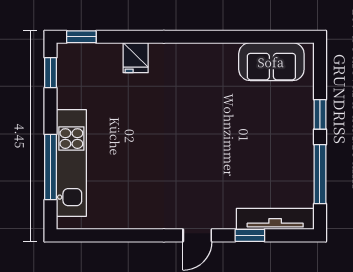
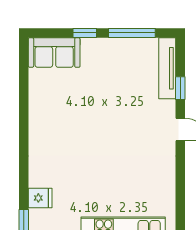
fridge: (136, 58) -> (40, 198), moved
sofa: (271, 62) -> (54, 53), moved, turned 90

